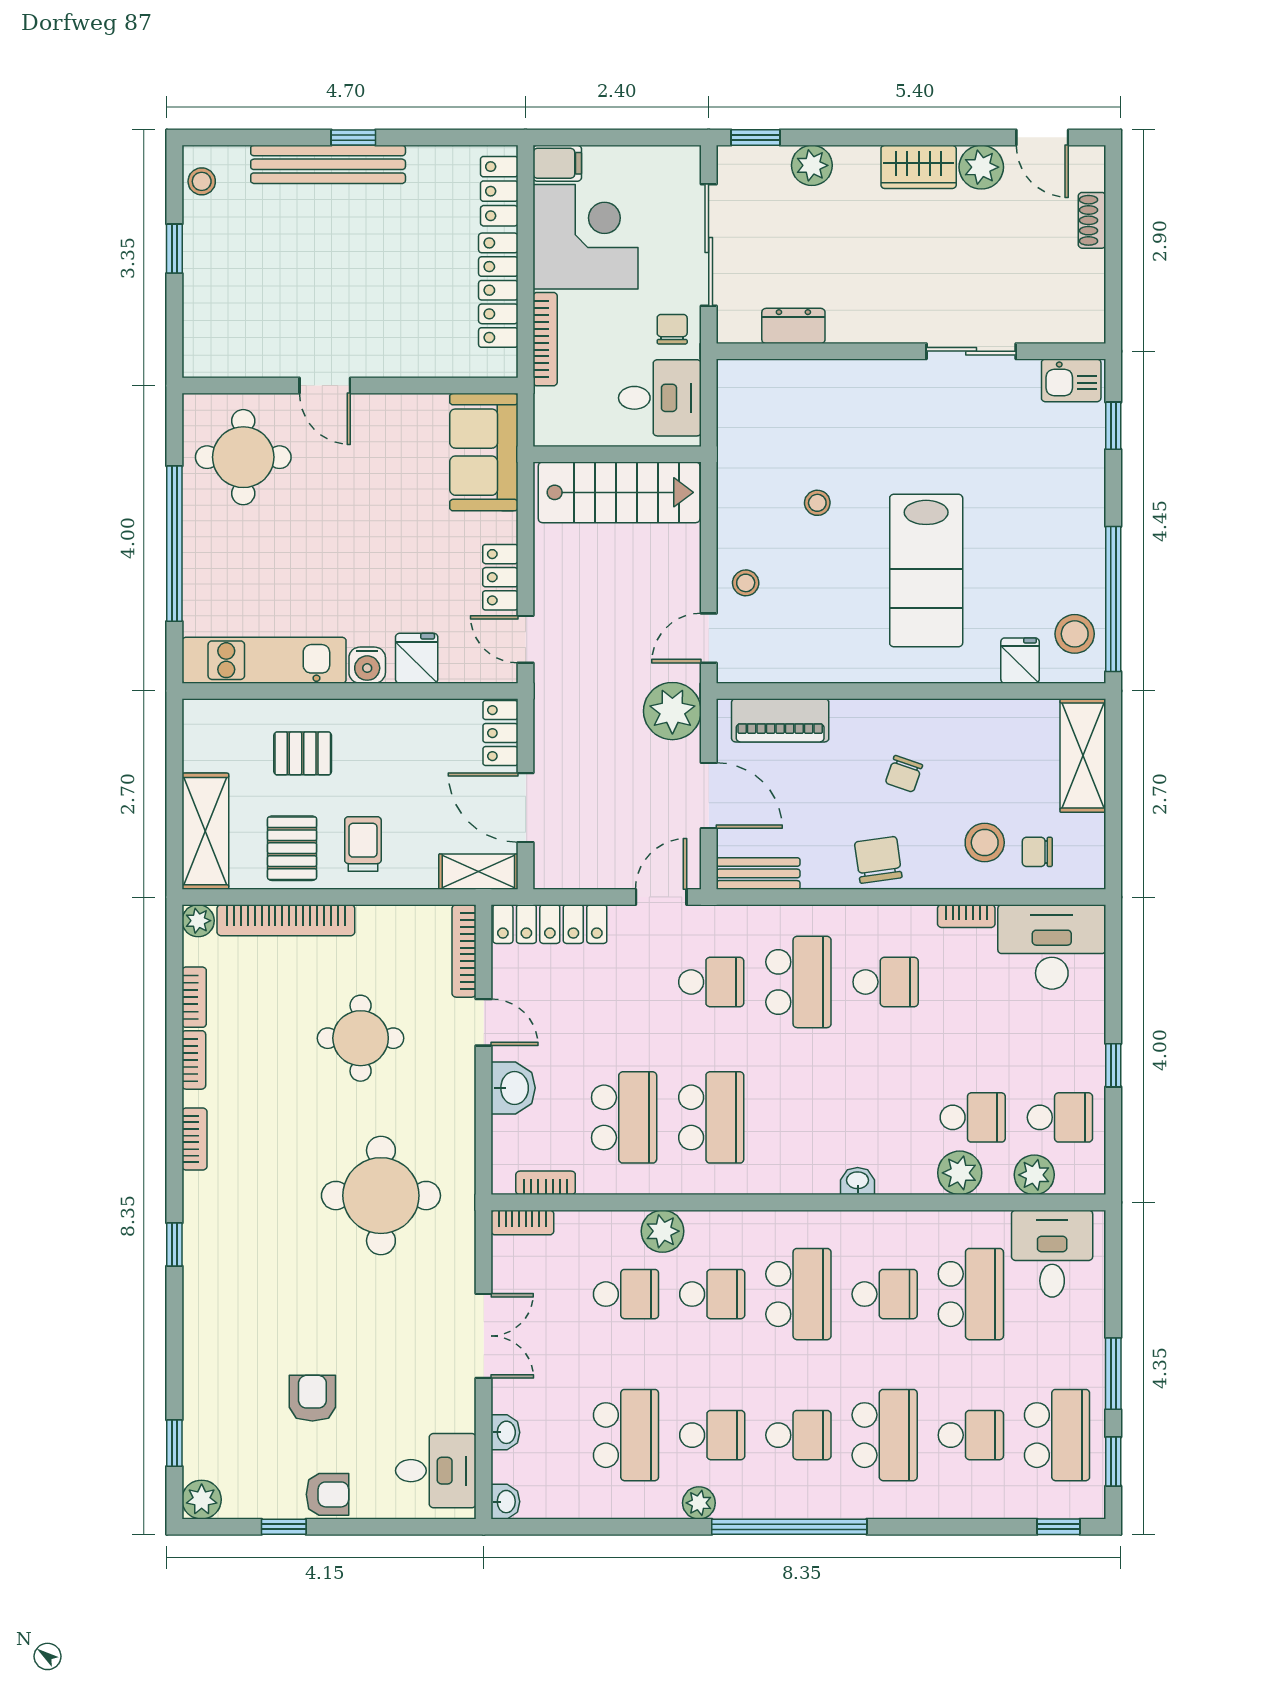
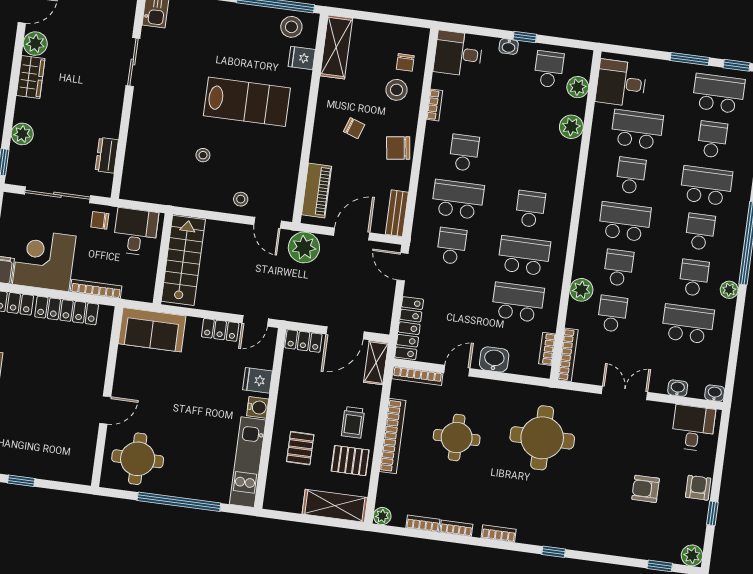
shelving: (1083, 756) -> (336, 47), moved, turned 90
trolley: (363, 844) -> (353, 422), turned -90
bookcase: (286, 920) -> (393, 436), moved
desk: (1052, 947) -> (458, 54), width x0.73
school desk: (973, 1117) -> (530, 209), moved
washbasin: (858, 1181) -> (509, 46), moved, turned -90
bookcase: (522, 1222) -> (568, 355), width x1.56

